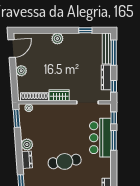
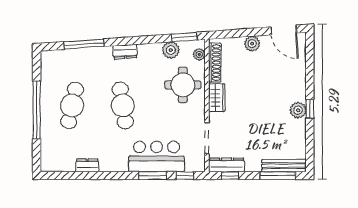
window: (85, 30) -> (310, 109), moved
plant: (57, 39) -> (298, 110), moved
dresser: (106, 77) -> (227, 165), moved
round table: (50, 119) -> (183, 85), added
plant: (27, 145) -> (171, 50), moved

